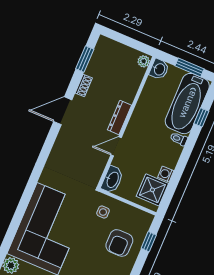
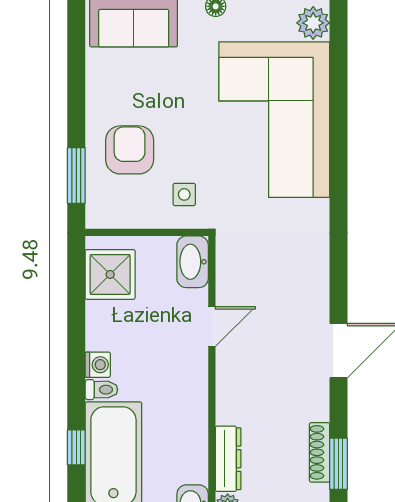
shoe rack: (84, 86) -> (320, 452), moved, width x1.43
dresser: (119, 118) -> (228, 459), moved
washing machine: (166, 174) -> (98, 365), moved
window: (149, 242) -> (76, 176), width x1.50

